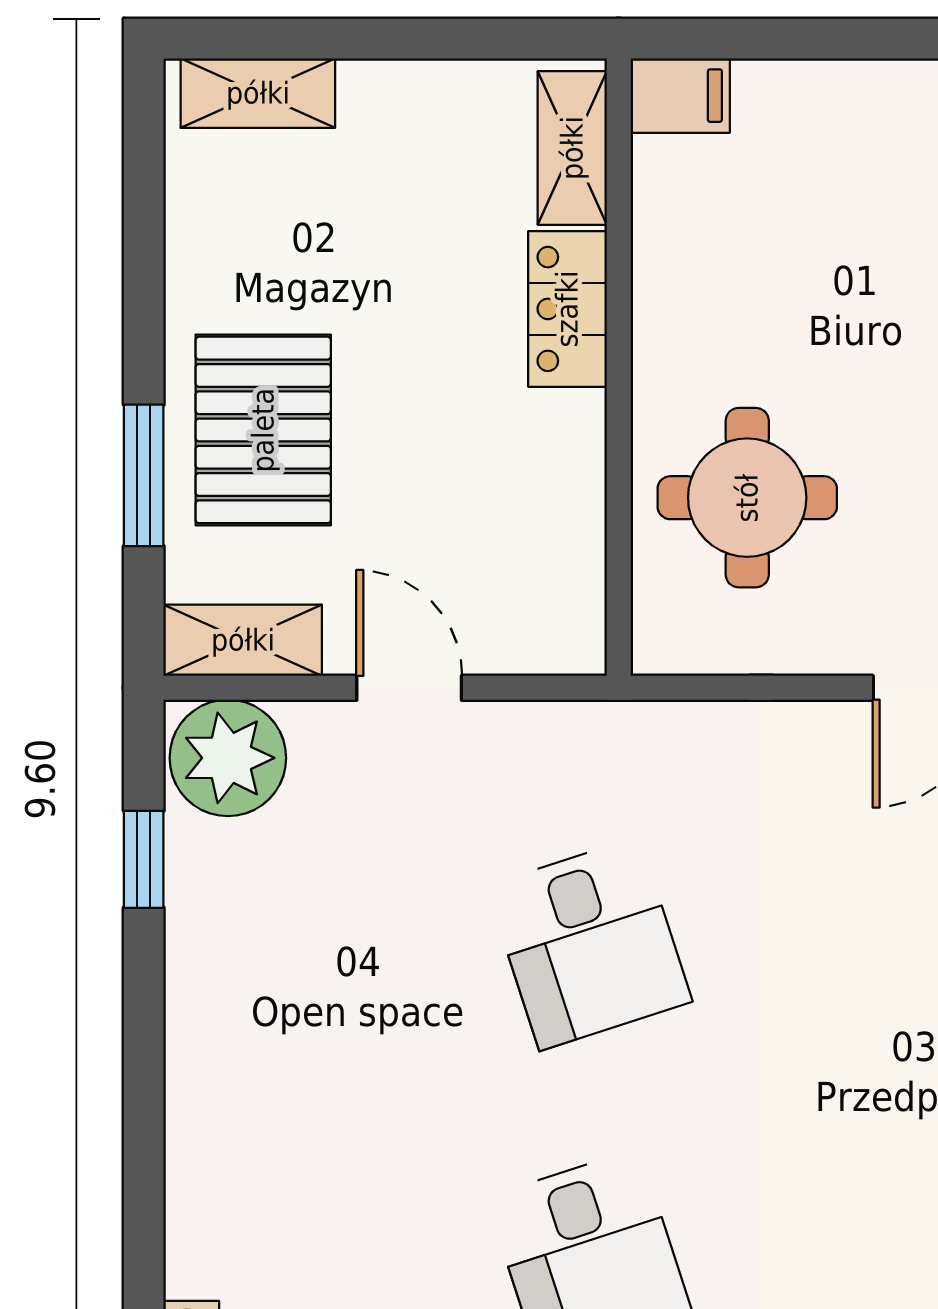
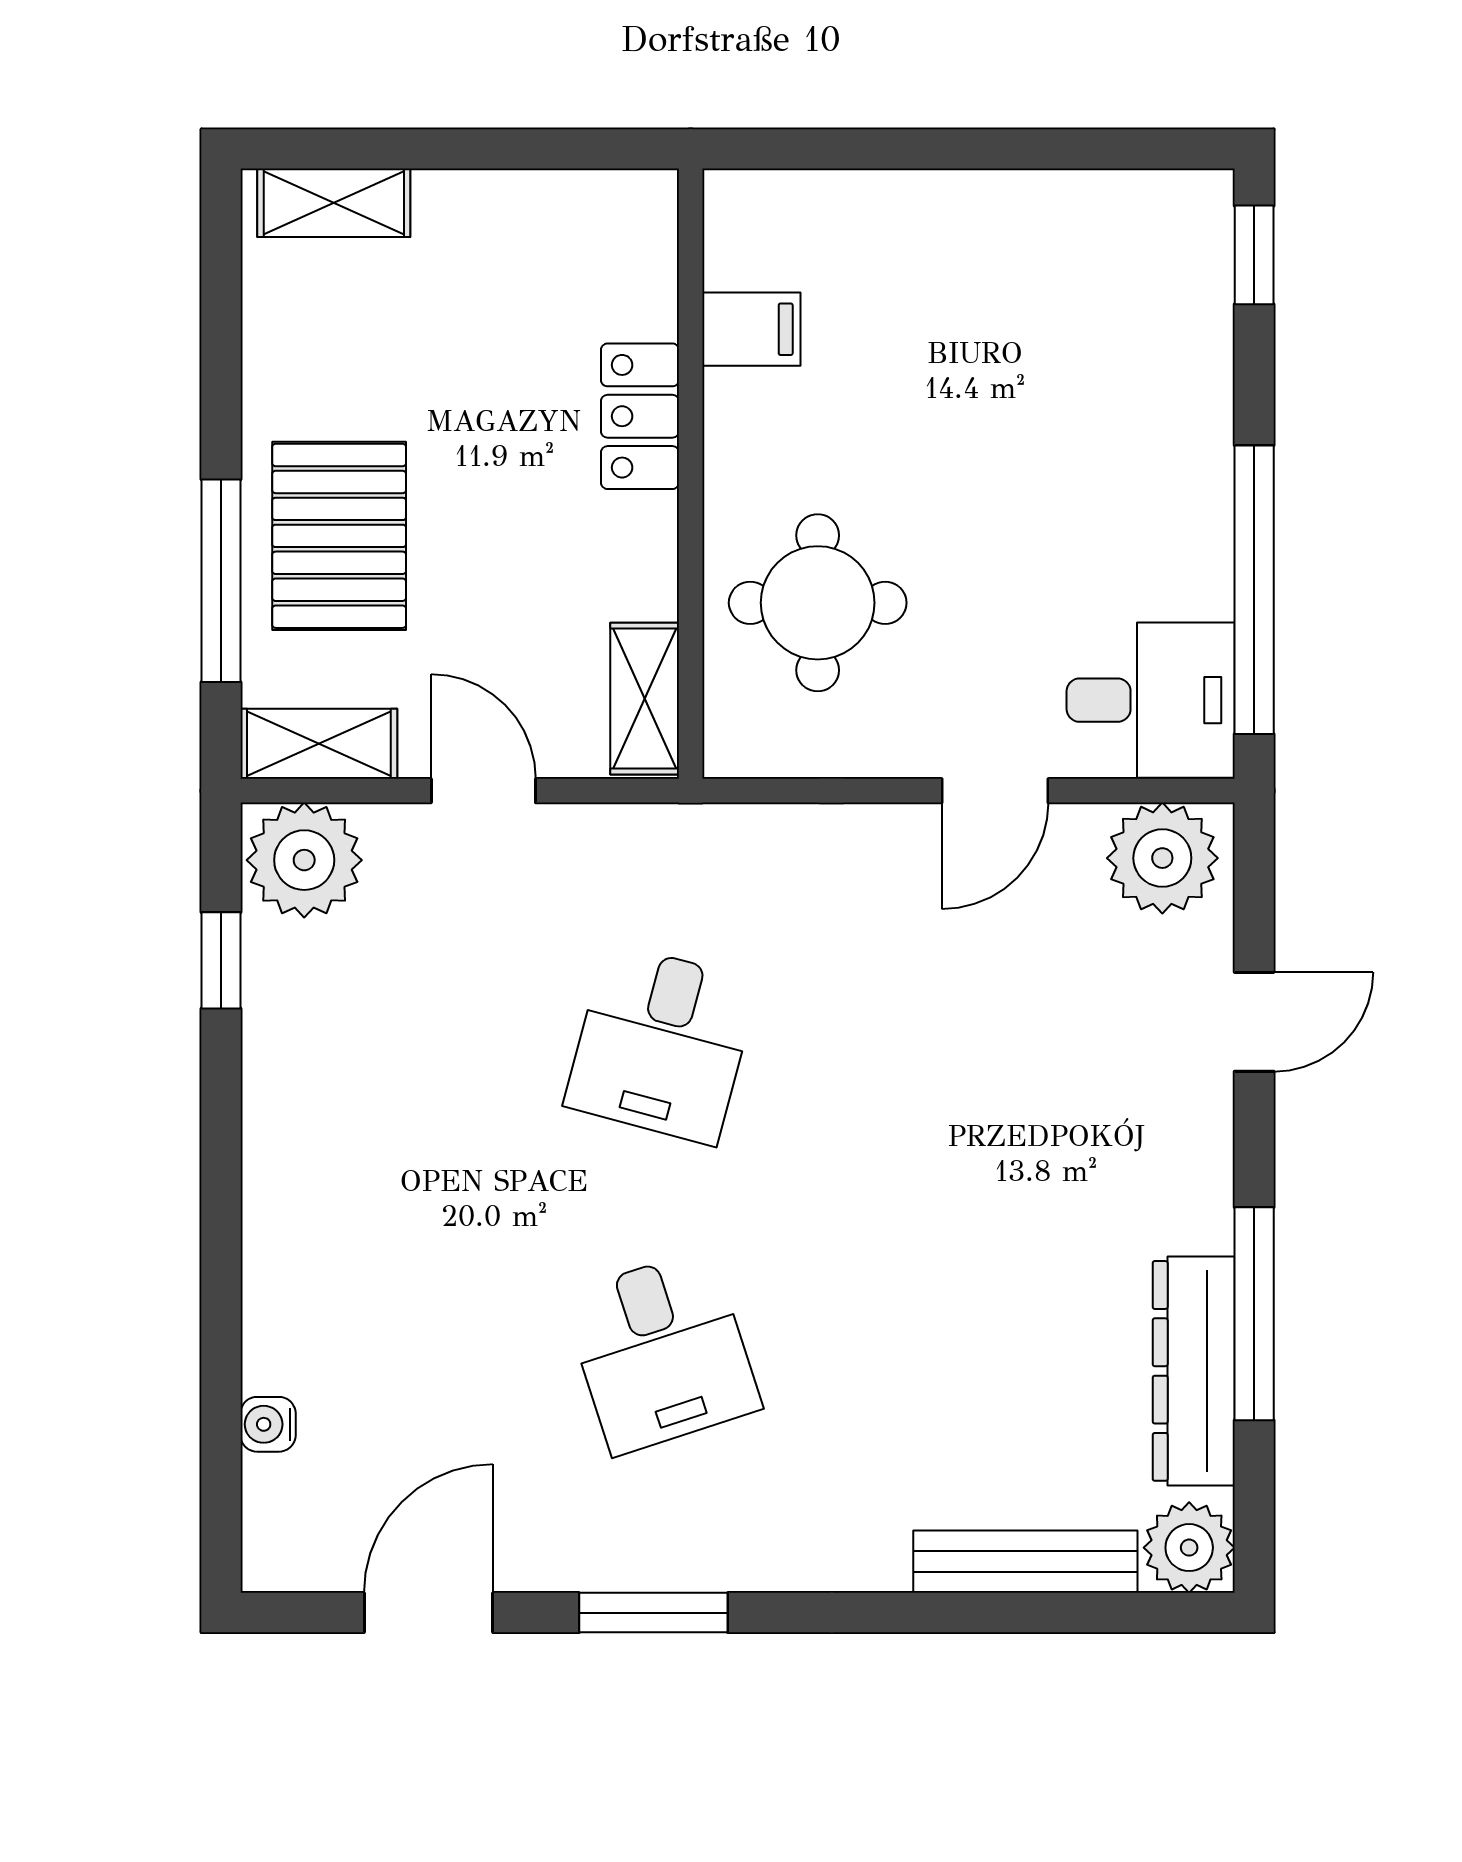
filing cabinet: (680, 96) -> (751, 329), moved
shelving: (572, 148) -> (645, 699), moved
window: (144, 475) -> (221, 581), width x1.44
desk: (589, 944) -> (661, 1044), turned 33

